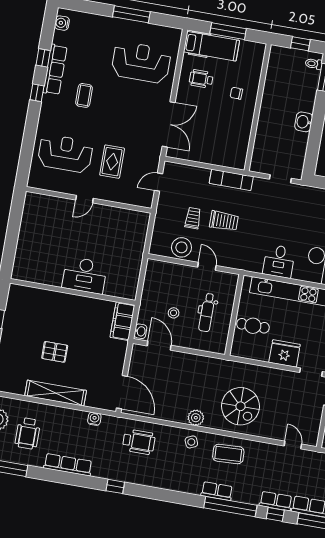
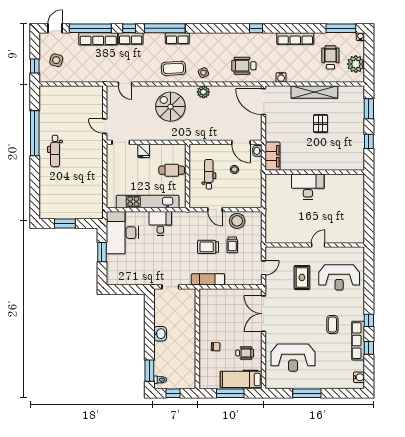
pallet: (55, 352) -> (321, 124), turned 90
fridge: (285, 353) -> (144, 151), width x0.53, depth x0.75

